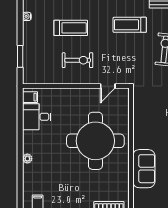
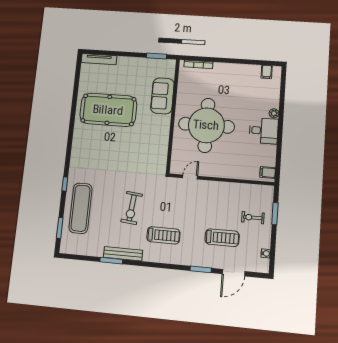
treadmill: (71, 28) -> (222, 238), turned 180
exercise bike: (78, 60) -> (253, 218), moved, width x0.73, depth x0.72
desk: (37, 117) -> (264, 131), moved

